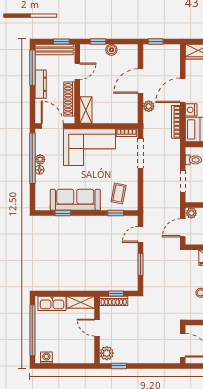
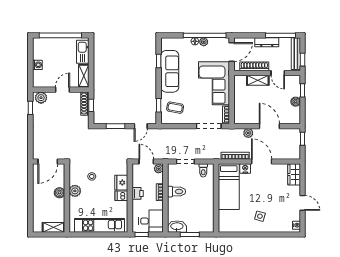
shelving: (86, 110) -> (258, 80), moved
door: (141, 234) -> (141, 126), swing flipped
washing machine: (46, 358) -> (37, 65), moved

